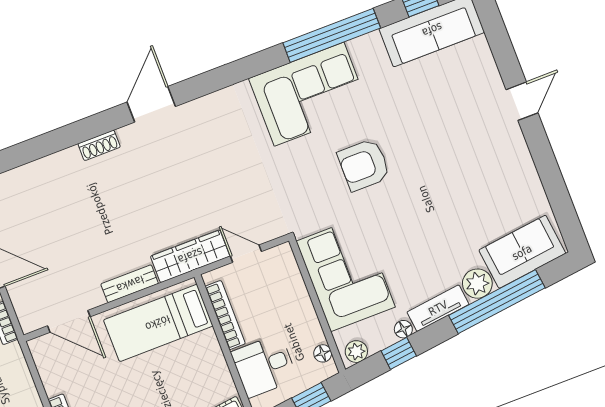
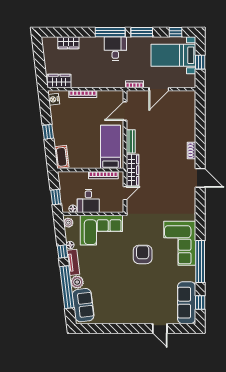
door: (522, 101) -> (160, 328), moved
window: (399, 353) -> (62, 251), moved
desk: (264, 366) -> (88, 201), moved, turned 180

